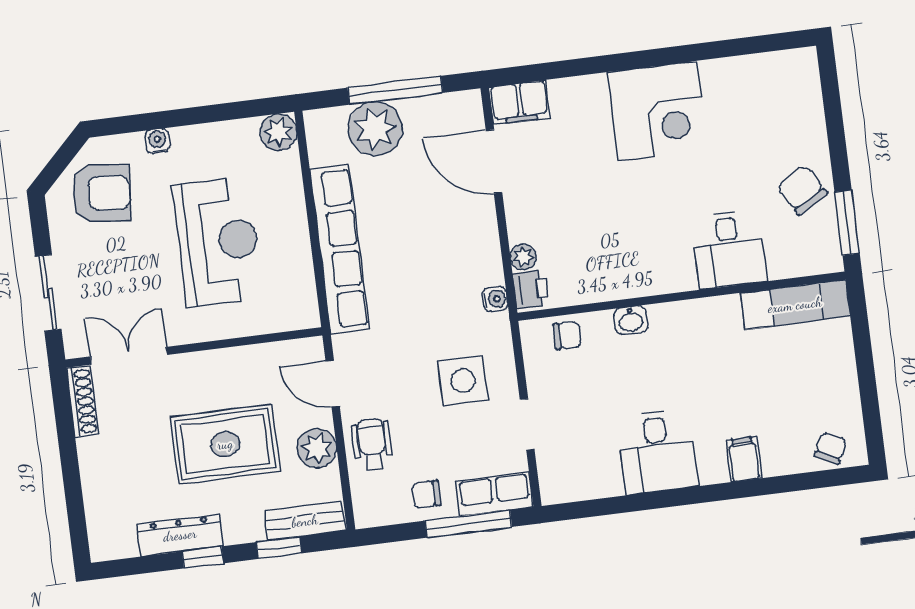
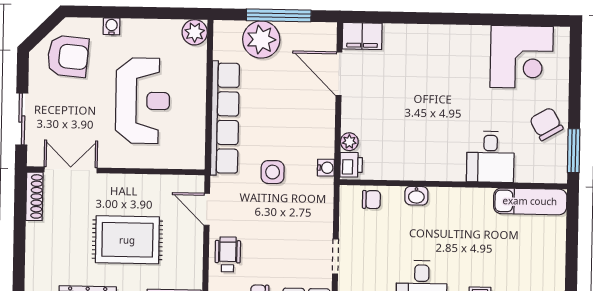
corner desk: (658, 111) -> (522, 57), moved
side table: (463, 381) -> (273, 172), moved, width x0.73, depth x0.73
plant: (317, 448) -> (190, 252), removed

